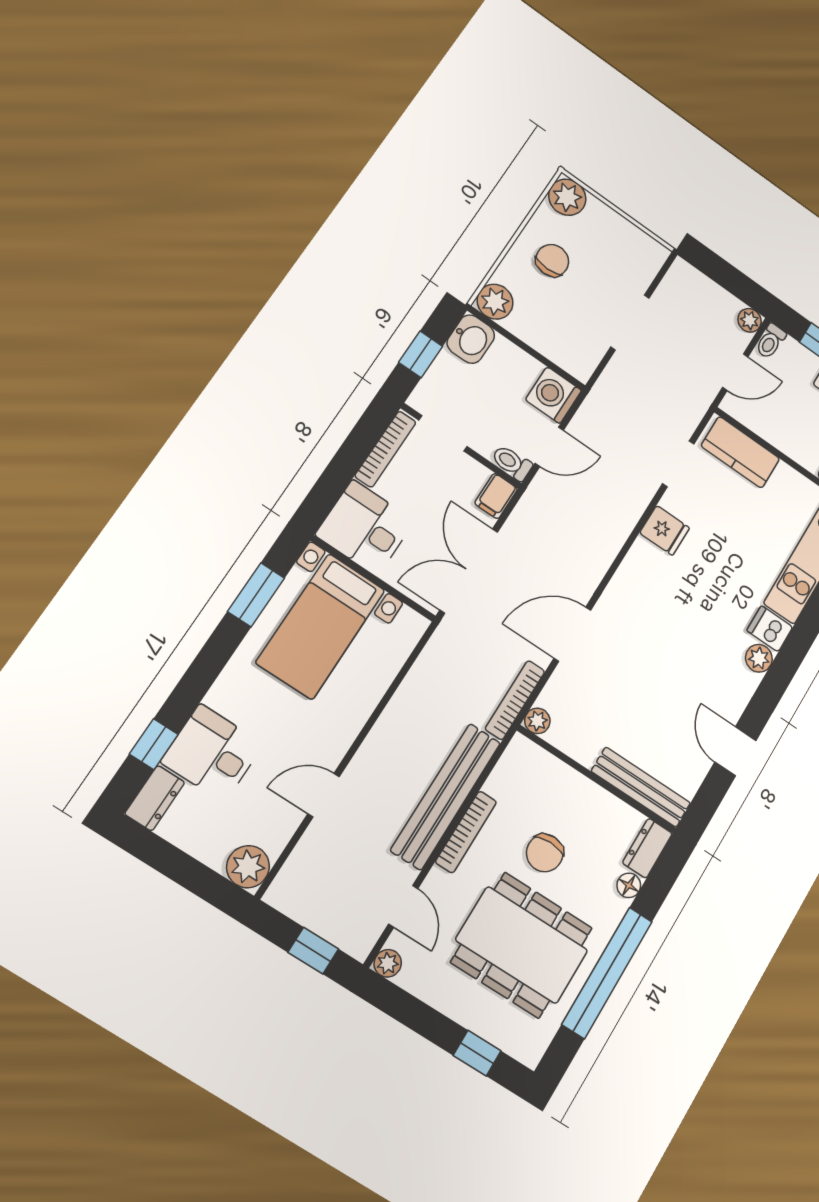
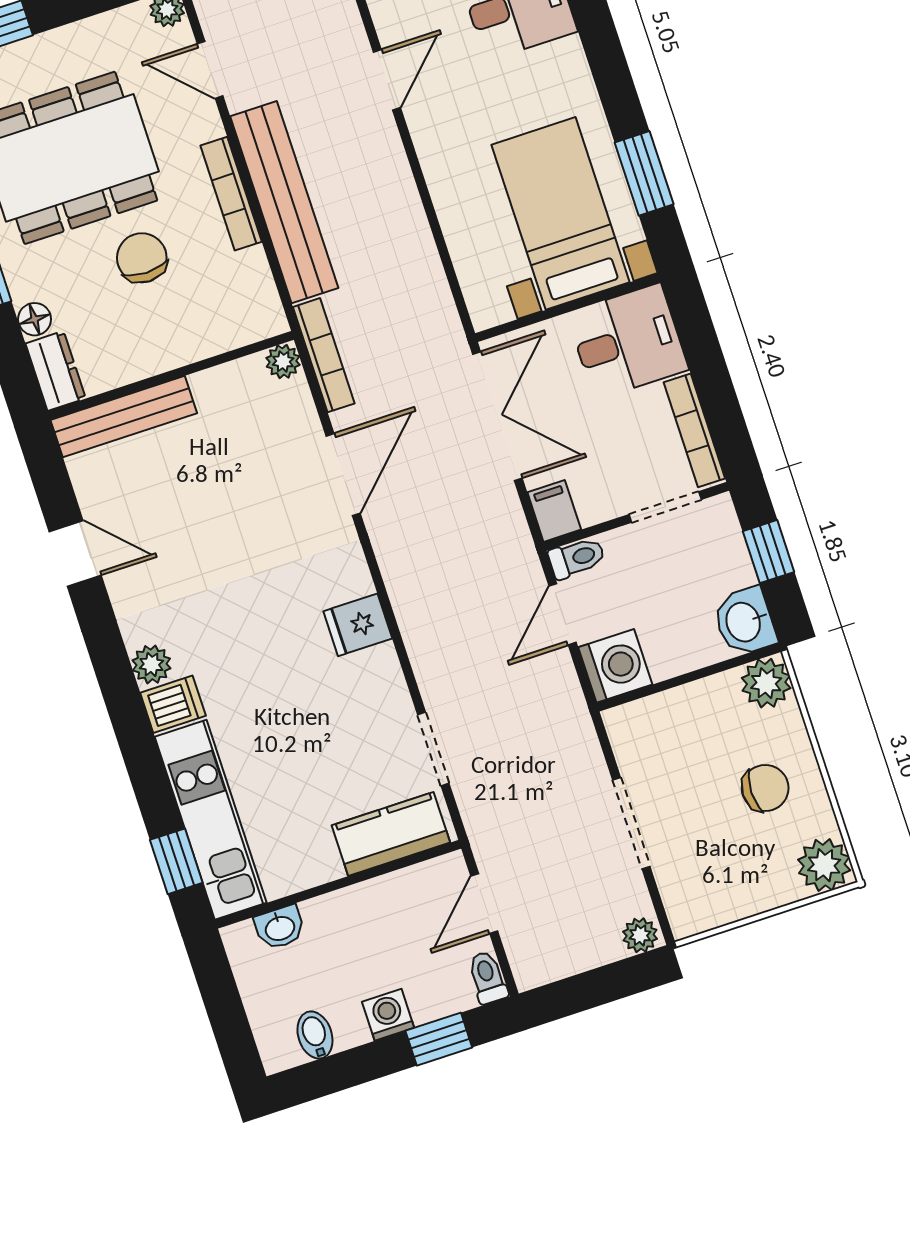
chair: (552, 260) -> (765, 788), turned -90
plant: (750, 320) -> (640, 935), moved
fridge: (665, 530) -> (358, 625), moved

